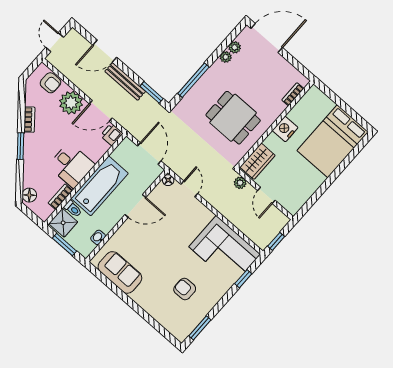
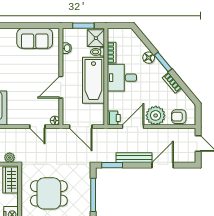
floor lamp: (29, 195) -> (149, 58), moved

